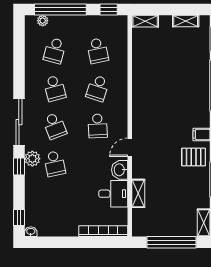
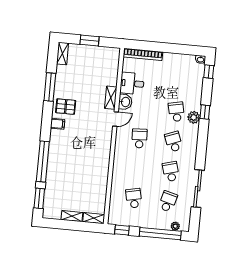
shelving: (186, 21) -> (72, 216), moved
school desk: (98, 88) -> (137, 168), removed
sliding door: (19, 122) -> (198, 189), moved
shelving: (138, 193) -> (111, 98), moved
window: (171, 242) -> (90, 40), width x0.47

